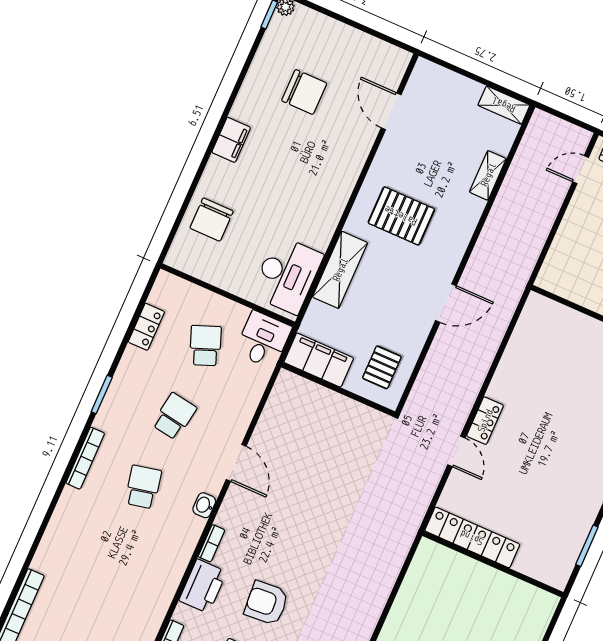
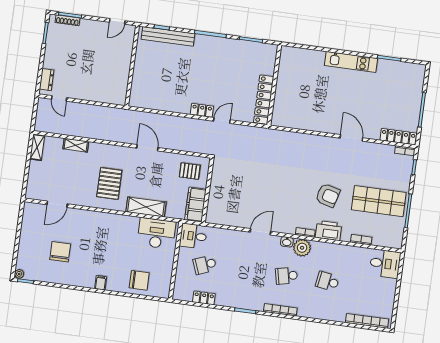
filing cabinet: (231, 140) -> (101, 283), width x0.50
school desk: (174, 416) -> (327, 281), moved
plant: (186, 530) -> (302, 248), added
armchair: (266, 603) -> (328, 195), turned -71

